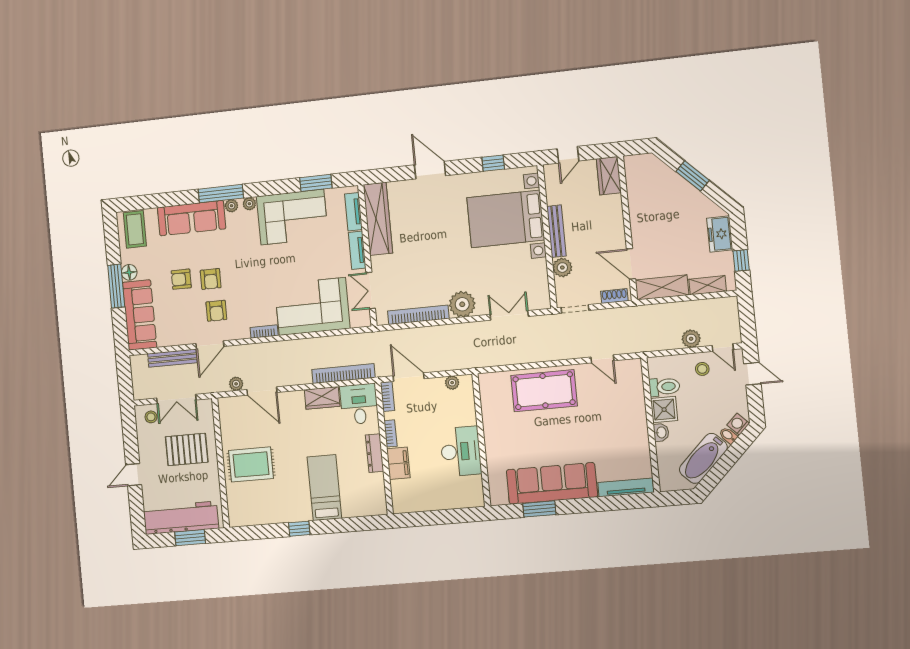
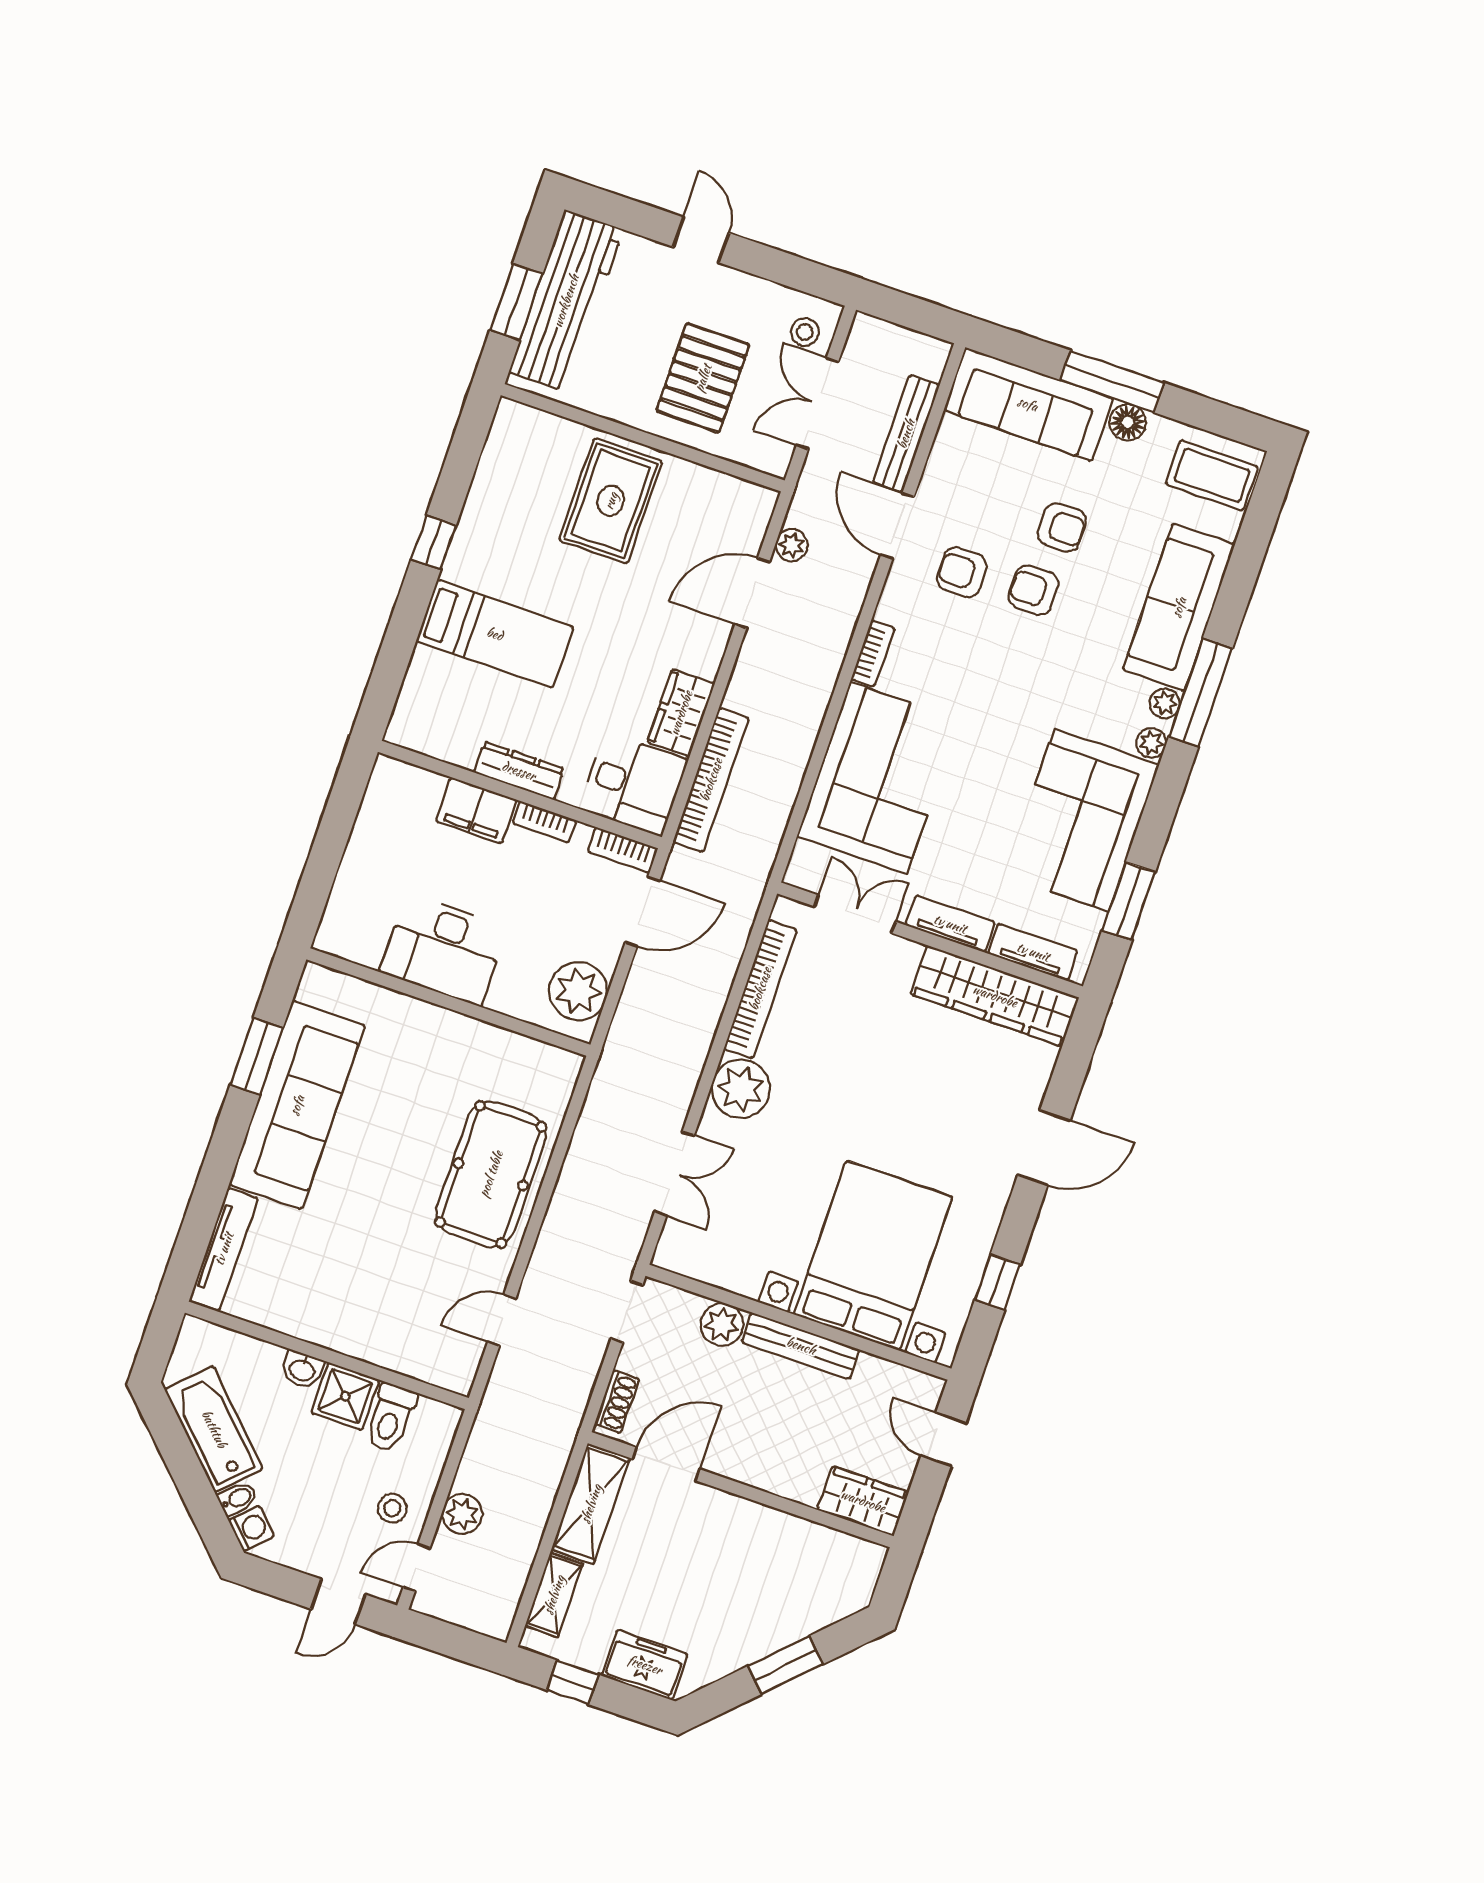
armchair: (181, 279) -> (1062, 527), turned 90
plant: (452, 383) -> (578, 991), width x1.88, depth x1.88

